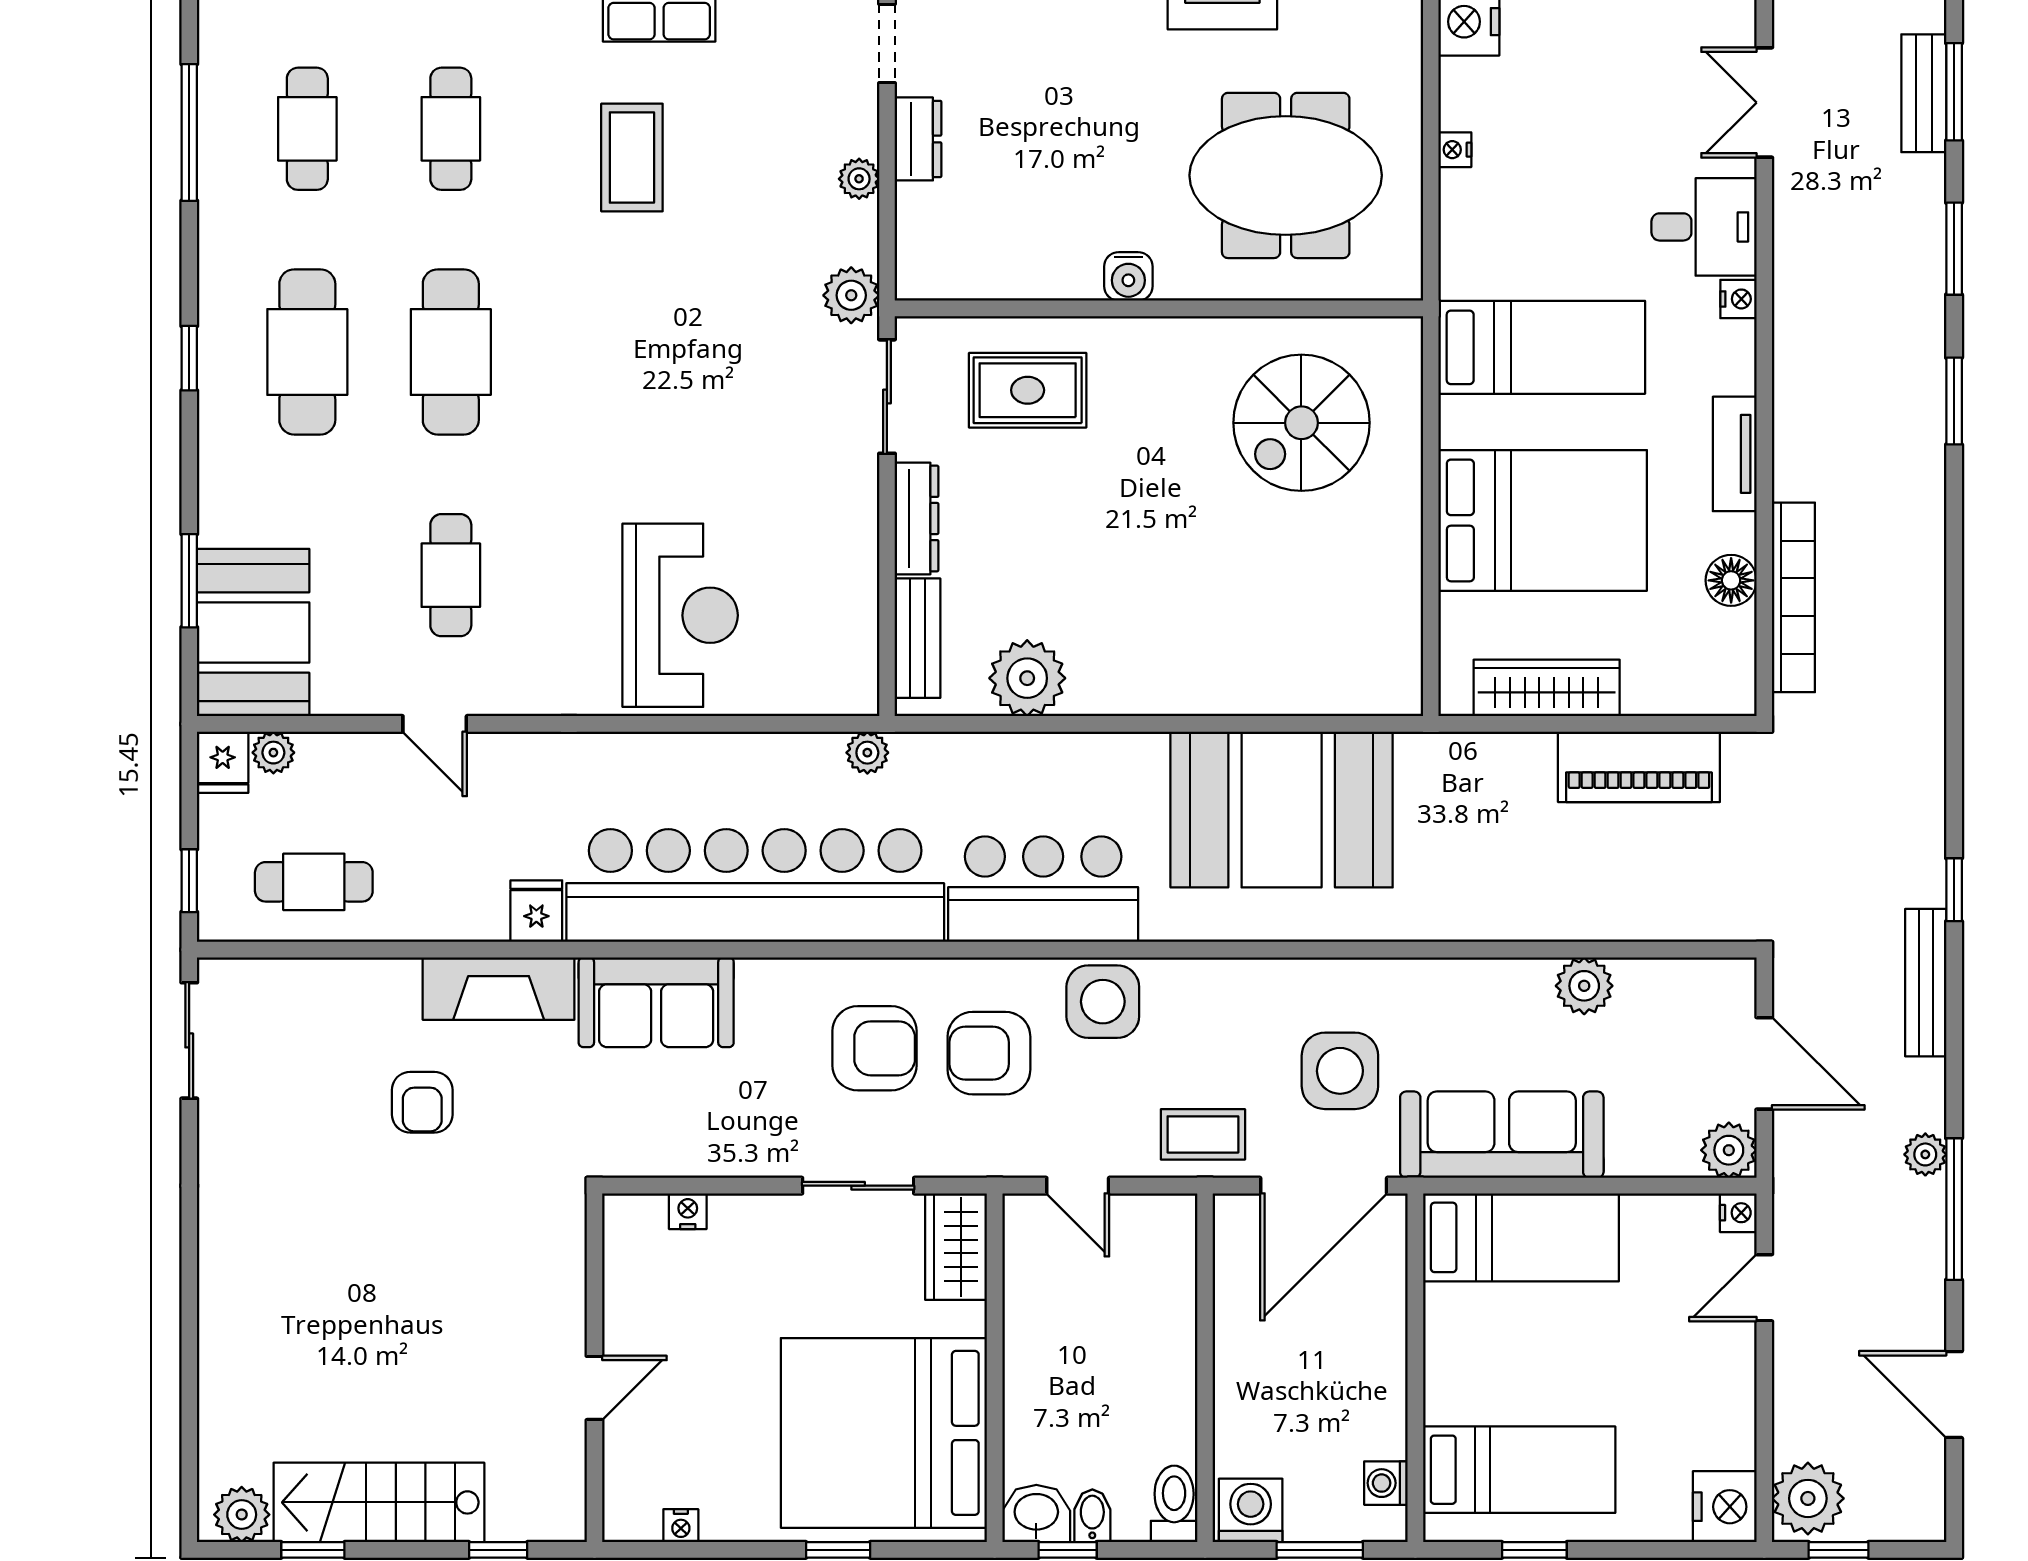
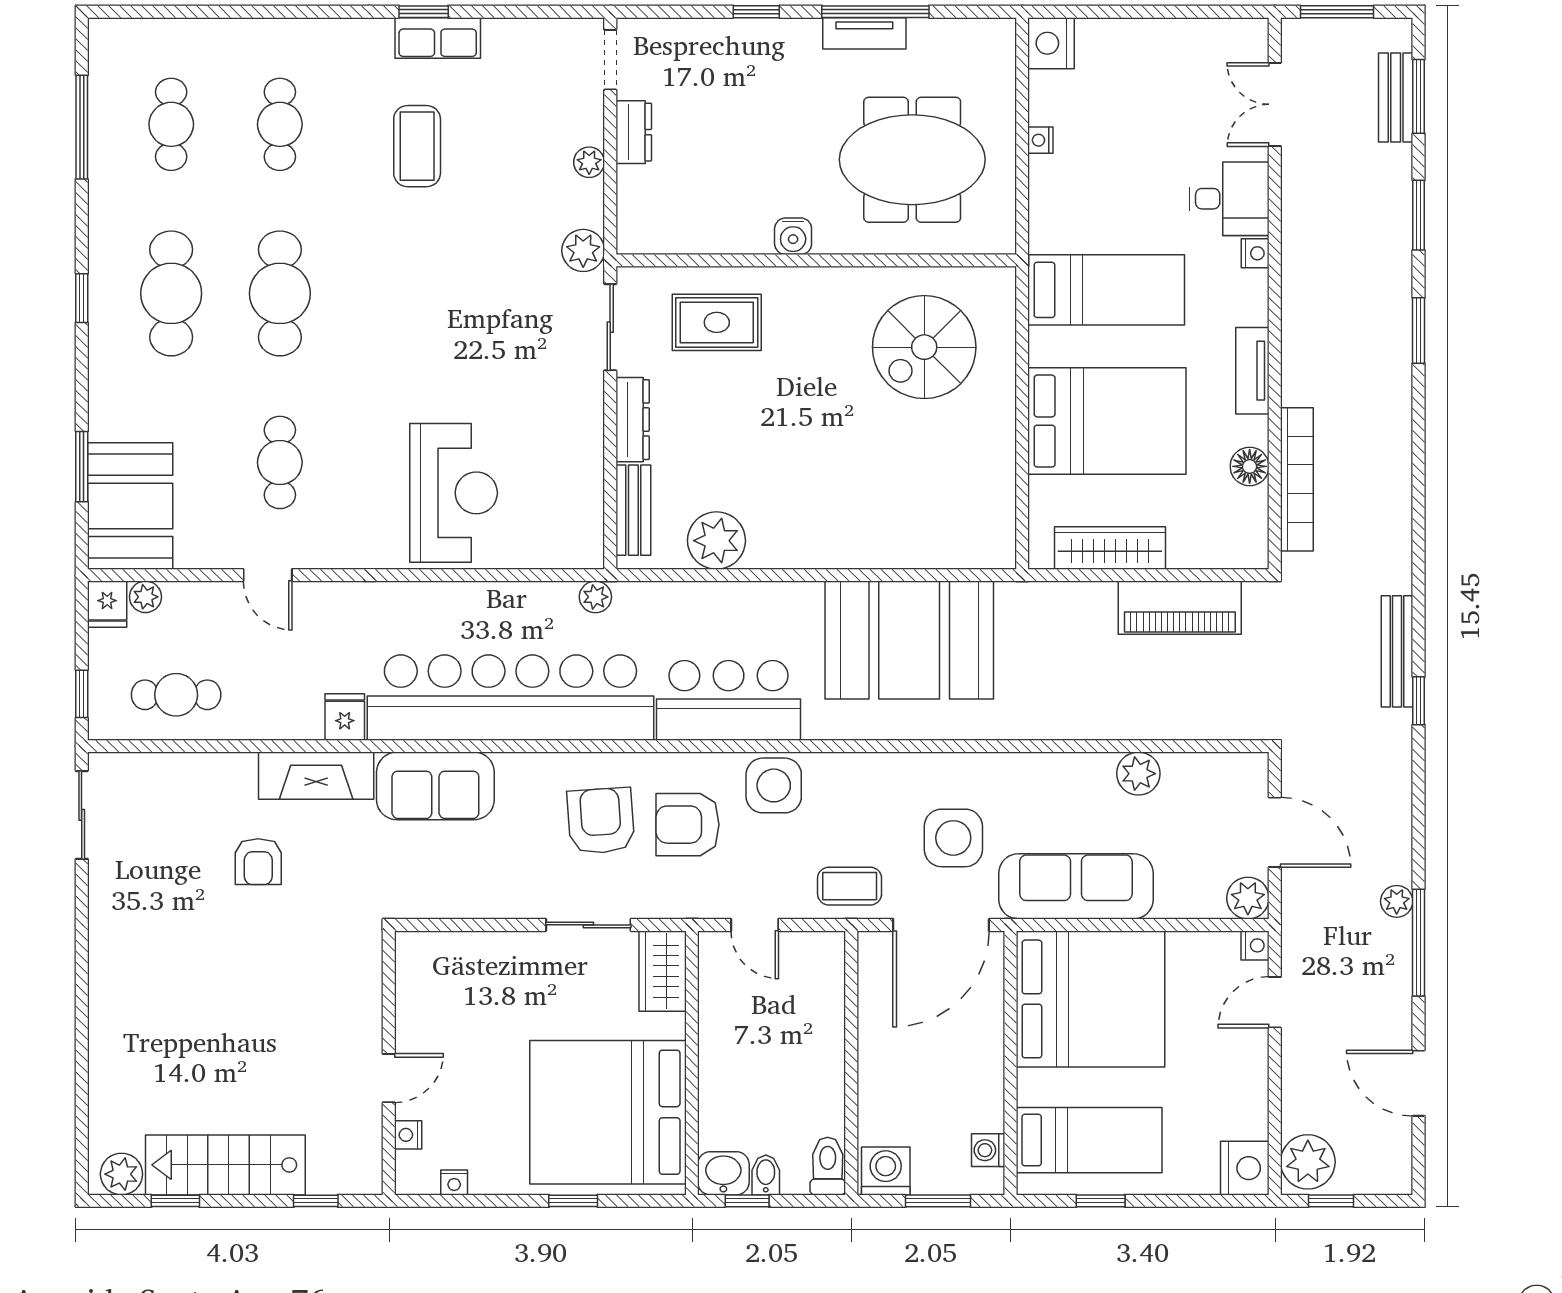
bench: (1926, 983) -> (1397, 651), moved
armchair: (875, 1048) -> (601, 821), turned -94
nightstand: (688, 1211) -> (408, 1135), moved, turned -90
bed: (1521, 1237) -> (1090, 999), width x2.04

